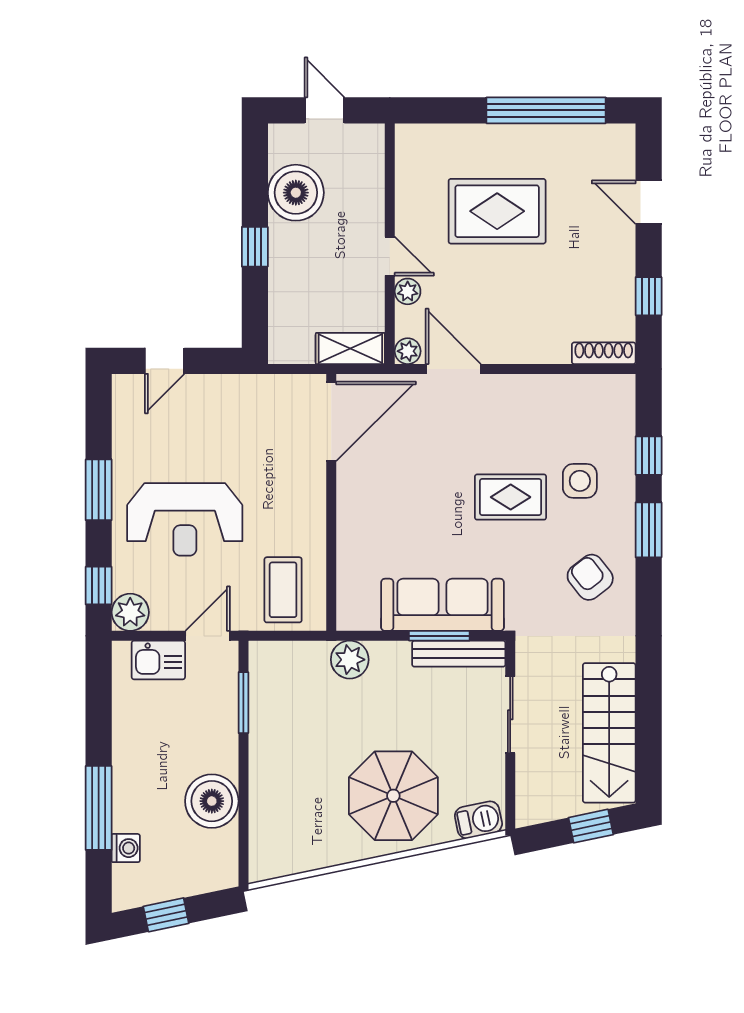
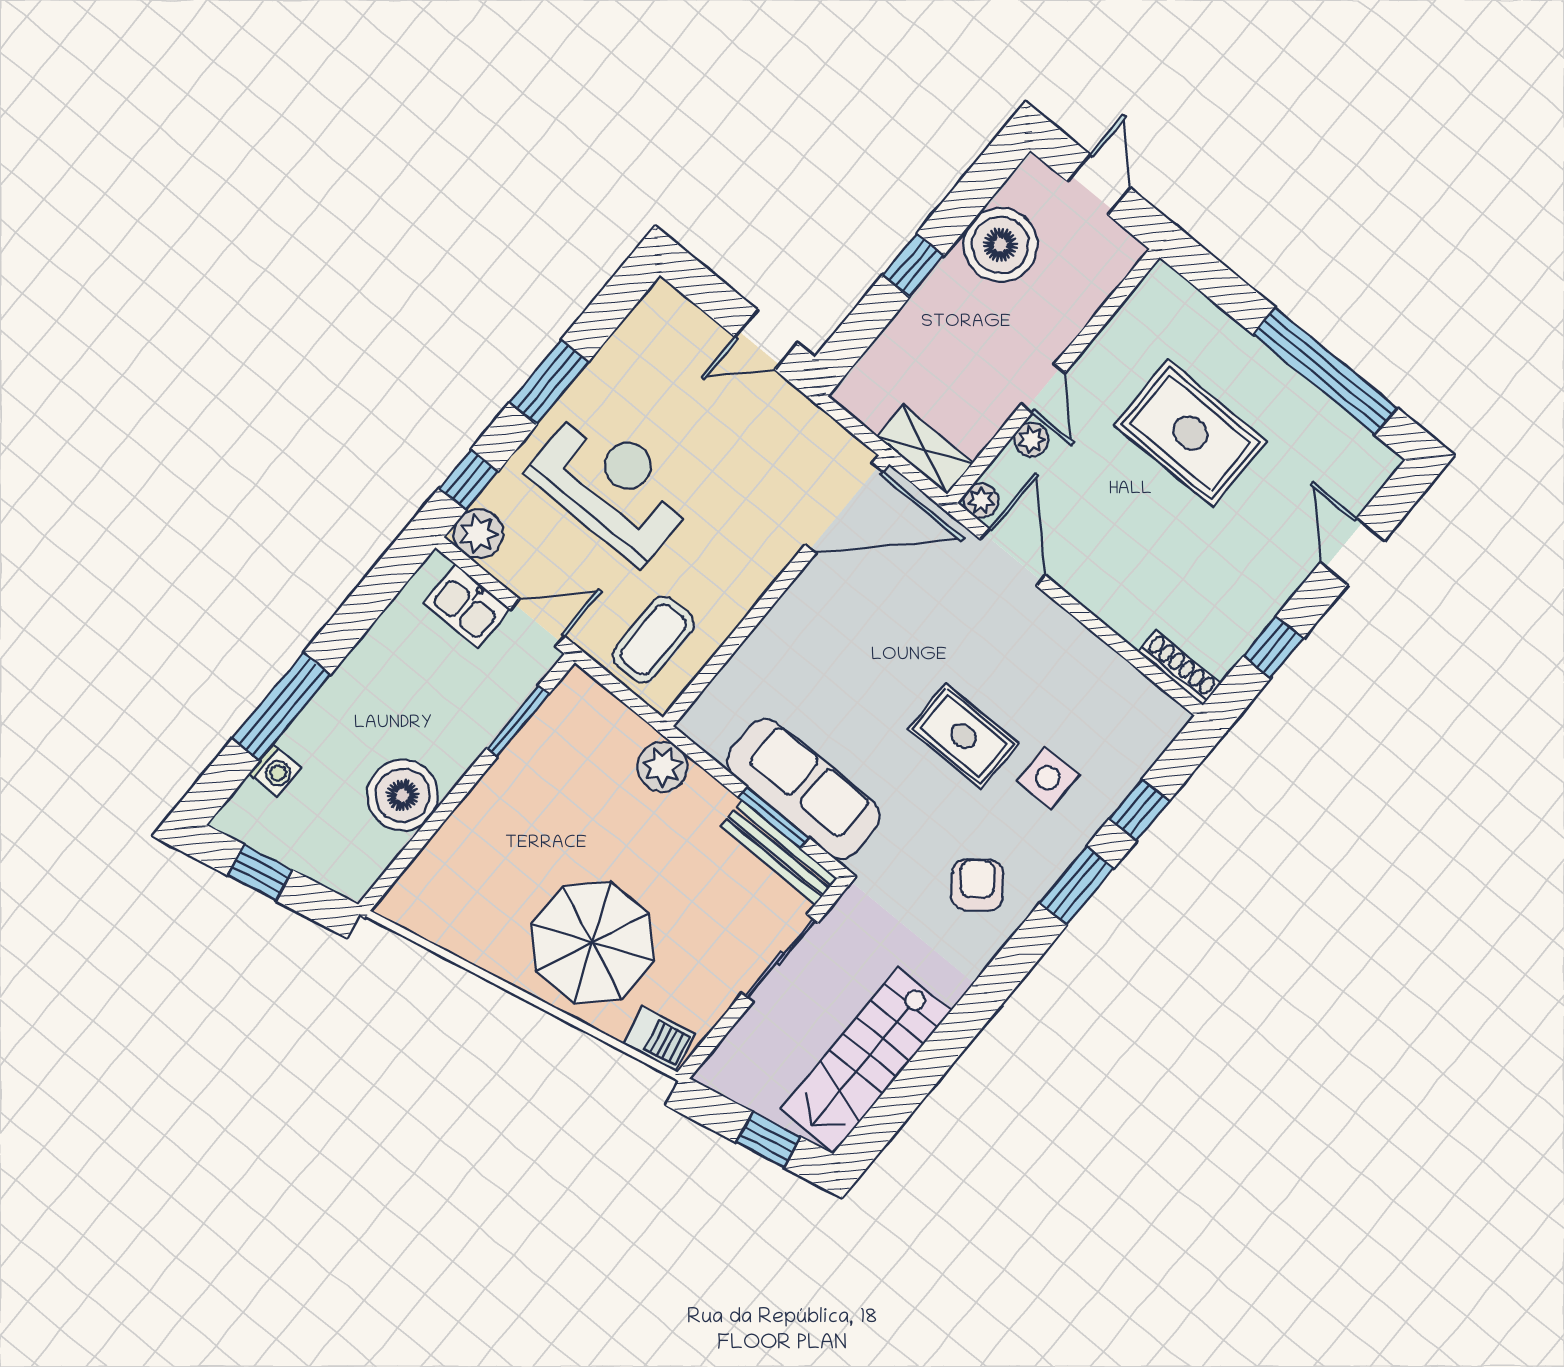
door: (165, 361) -> (766, 340), moved
reception desk: (185, 519) -> (612, 485), turned 180

